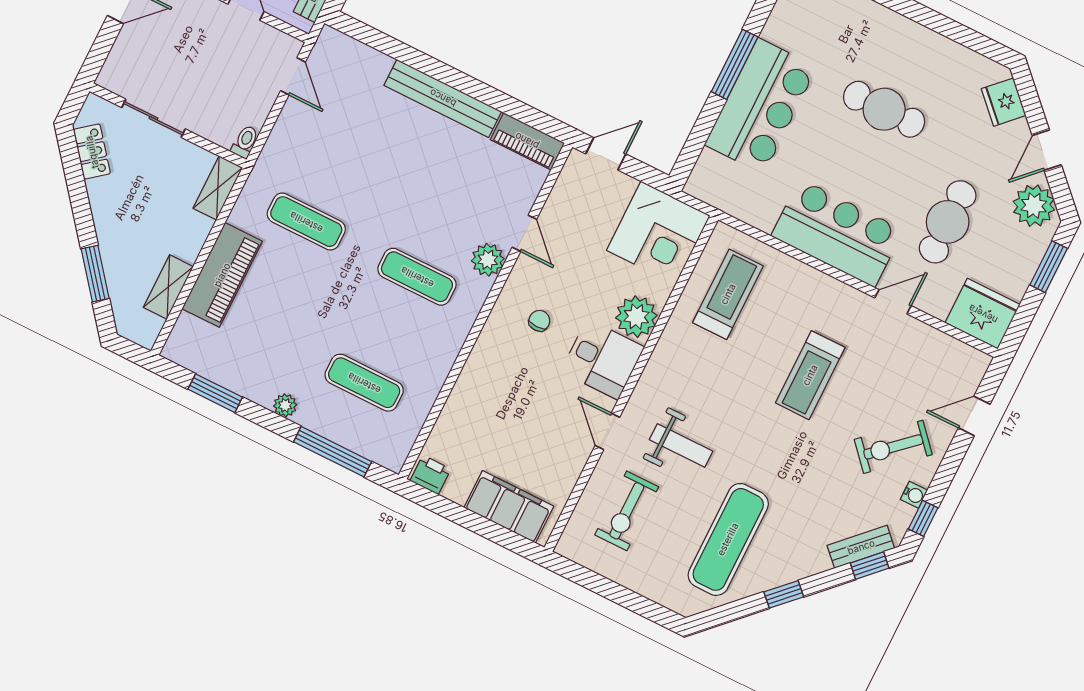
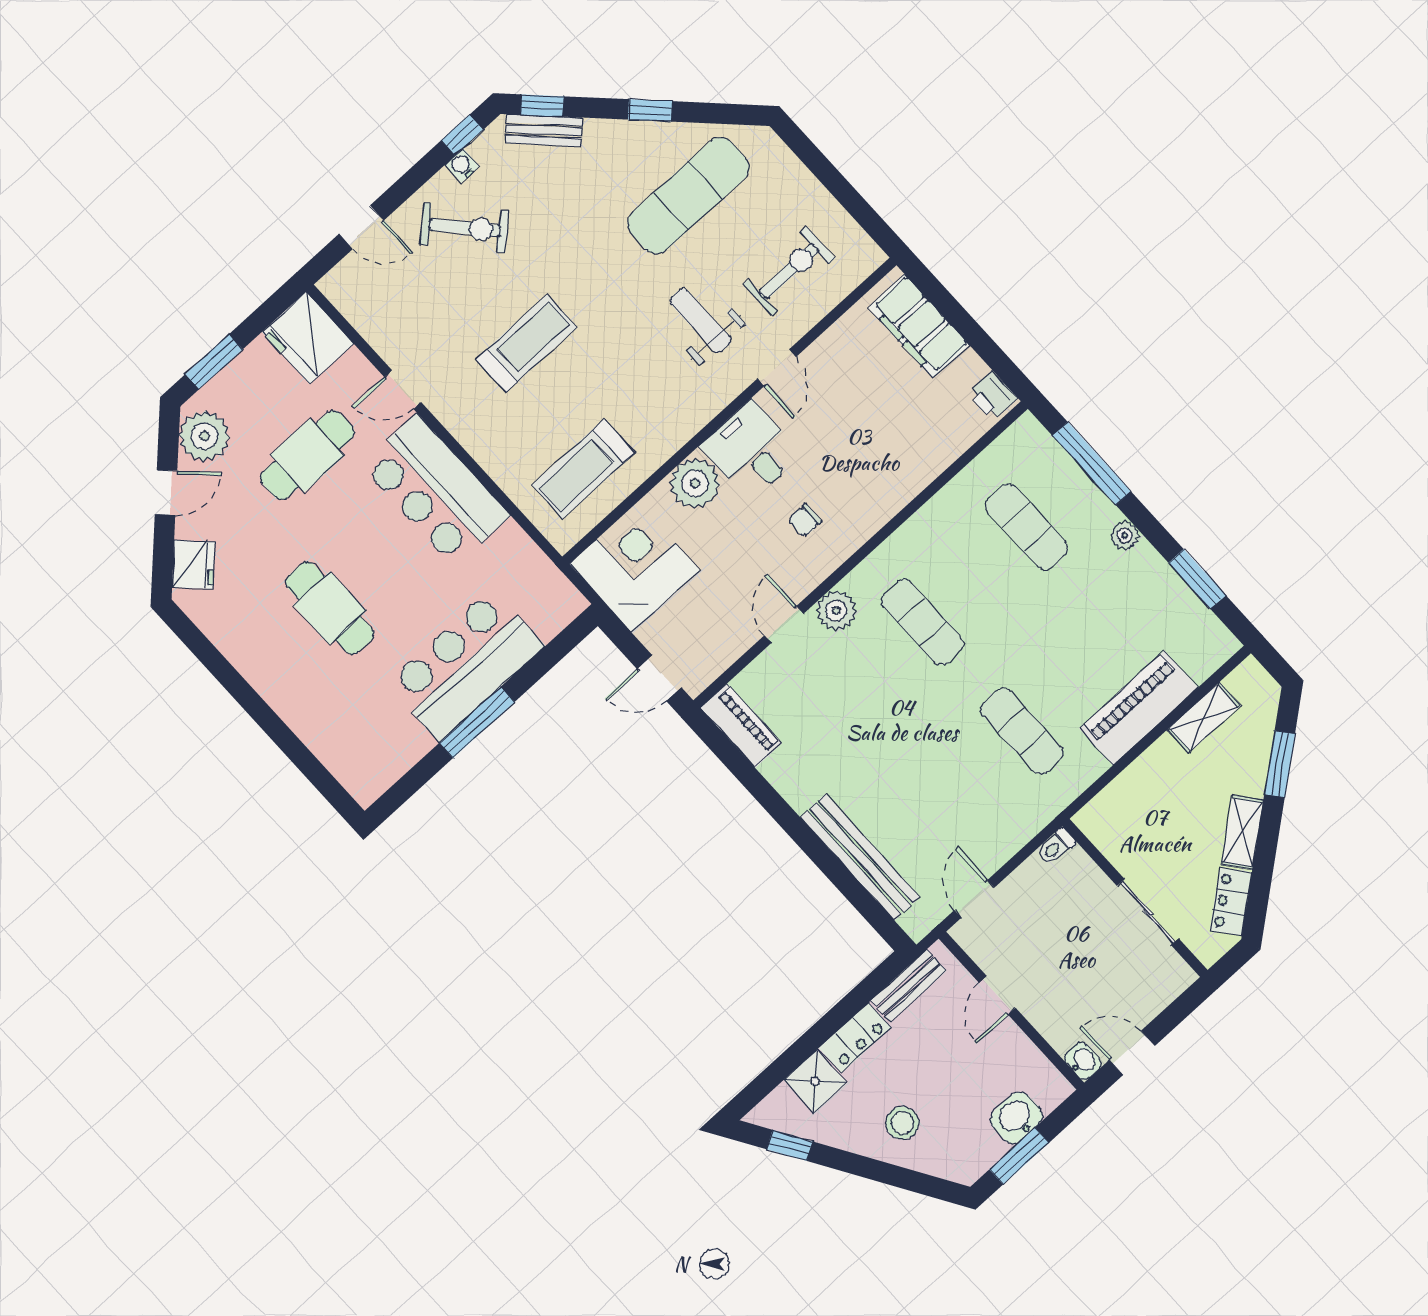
bench: (443, 98) -> (860, 857), moved
shelving: (218, 188) -> (1242, 832), moved, turned -39

